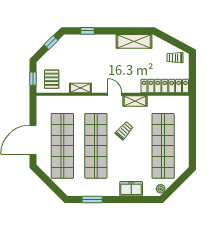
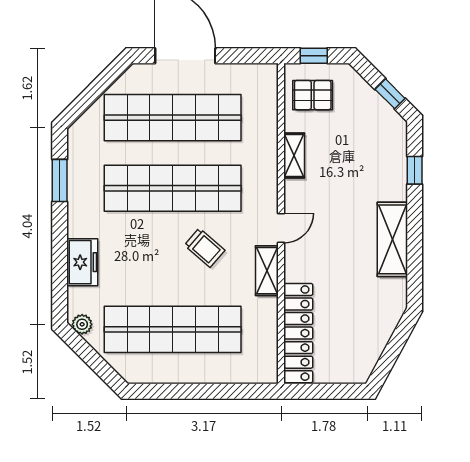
shelving: (134, 41) -> (392, 239), moved
trolley: (175, 58) -> (358, 355), removed

